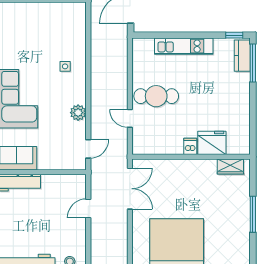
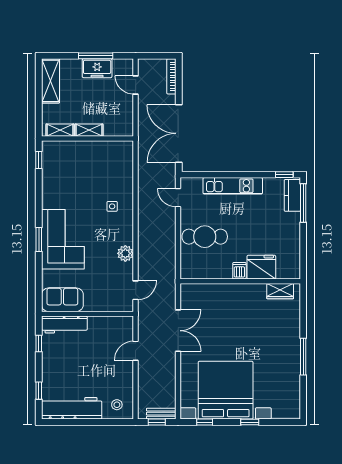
door: (130, 118) -> (178, 198), moved
fridge: (212, 143) -> (261, 267), moved
dishwasher: (190, 146) -> (239, 271), moved
wall: (191, 157) -> (240, 281), moved
wardrobe: (230, 166) -> (280, 291), moved

